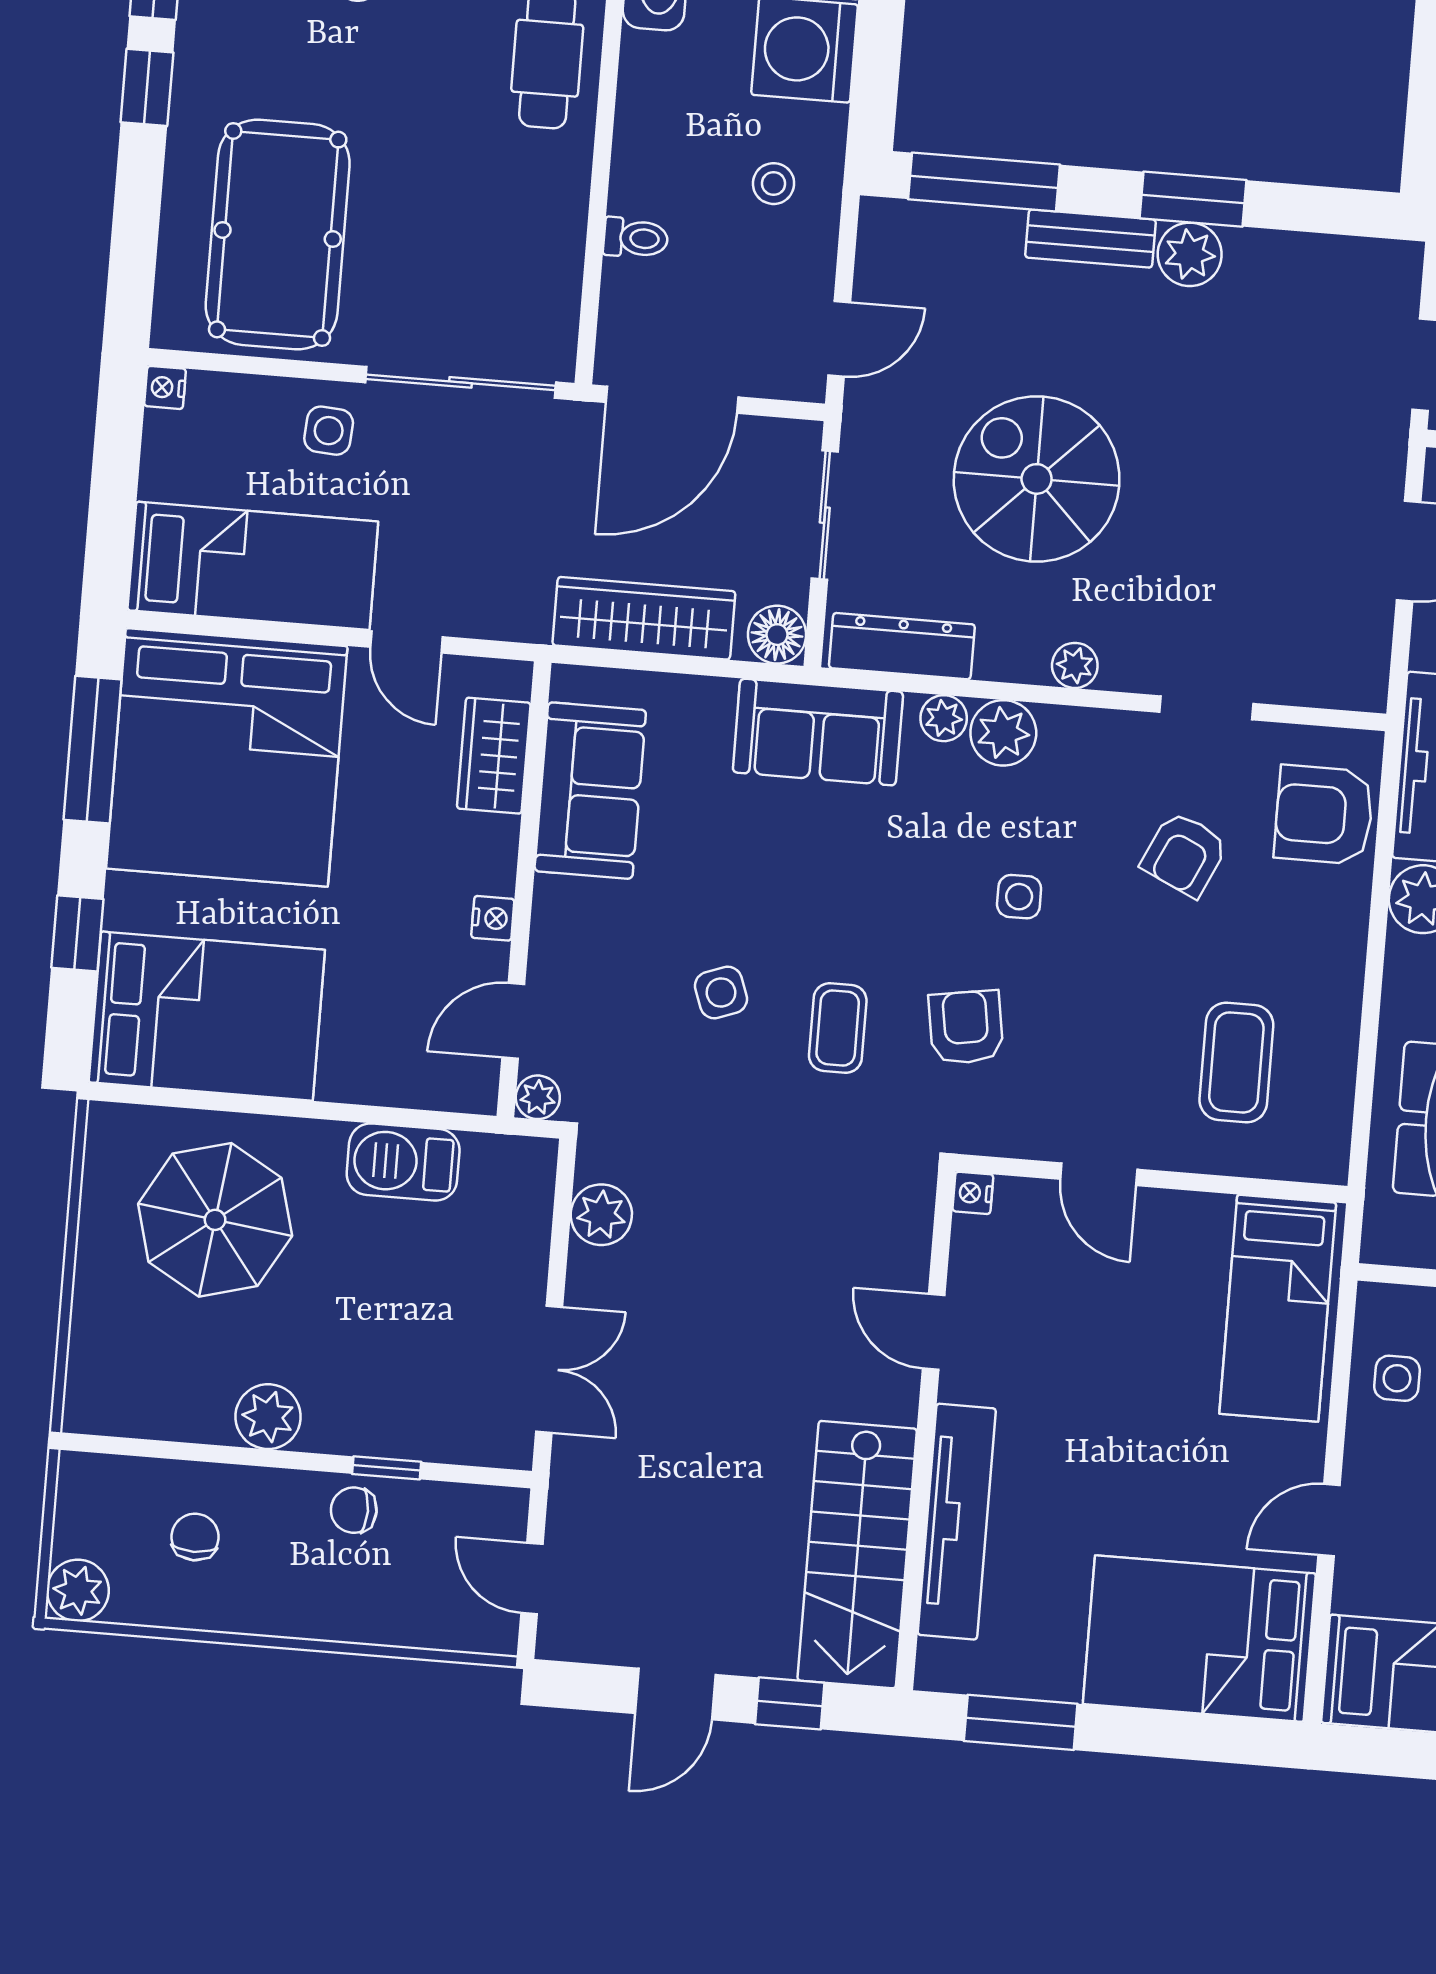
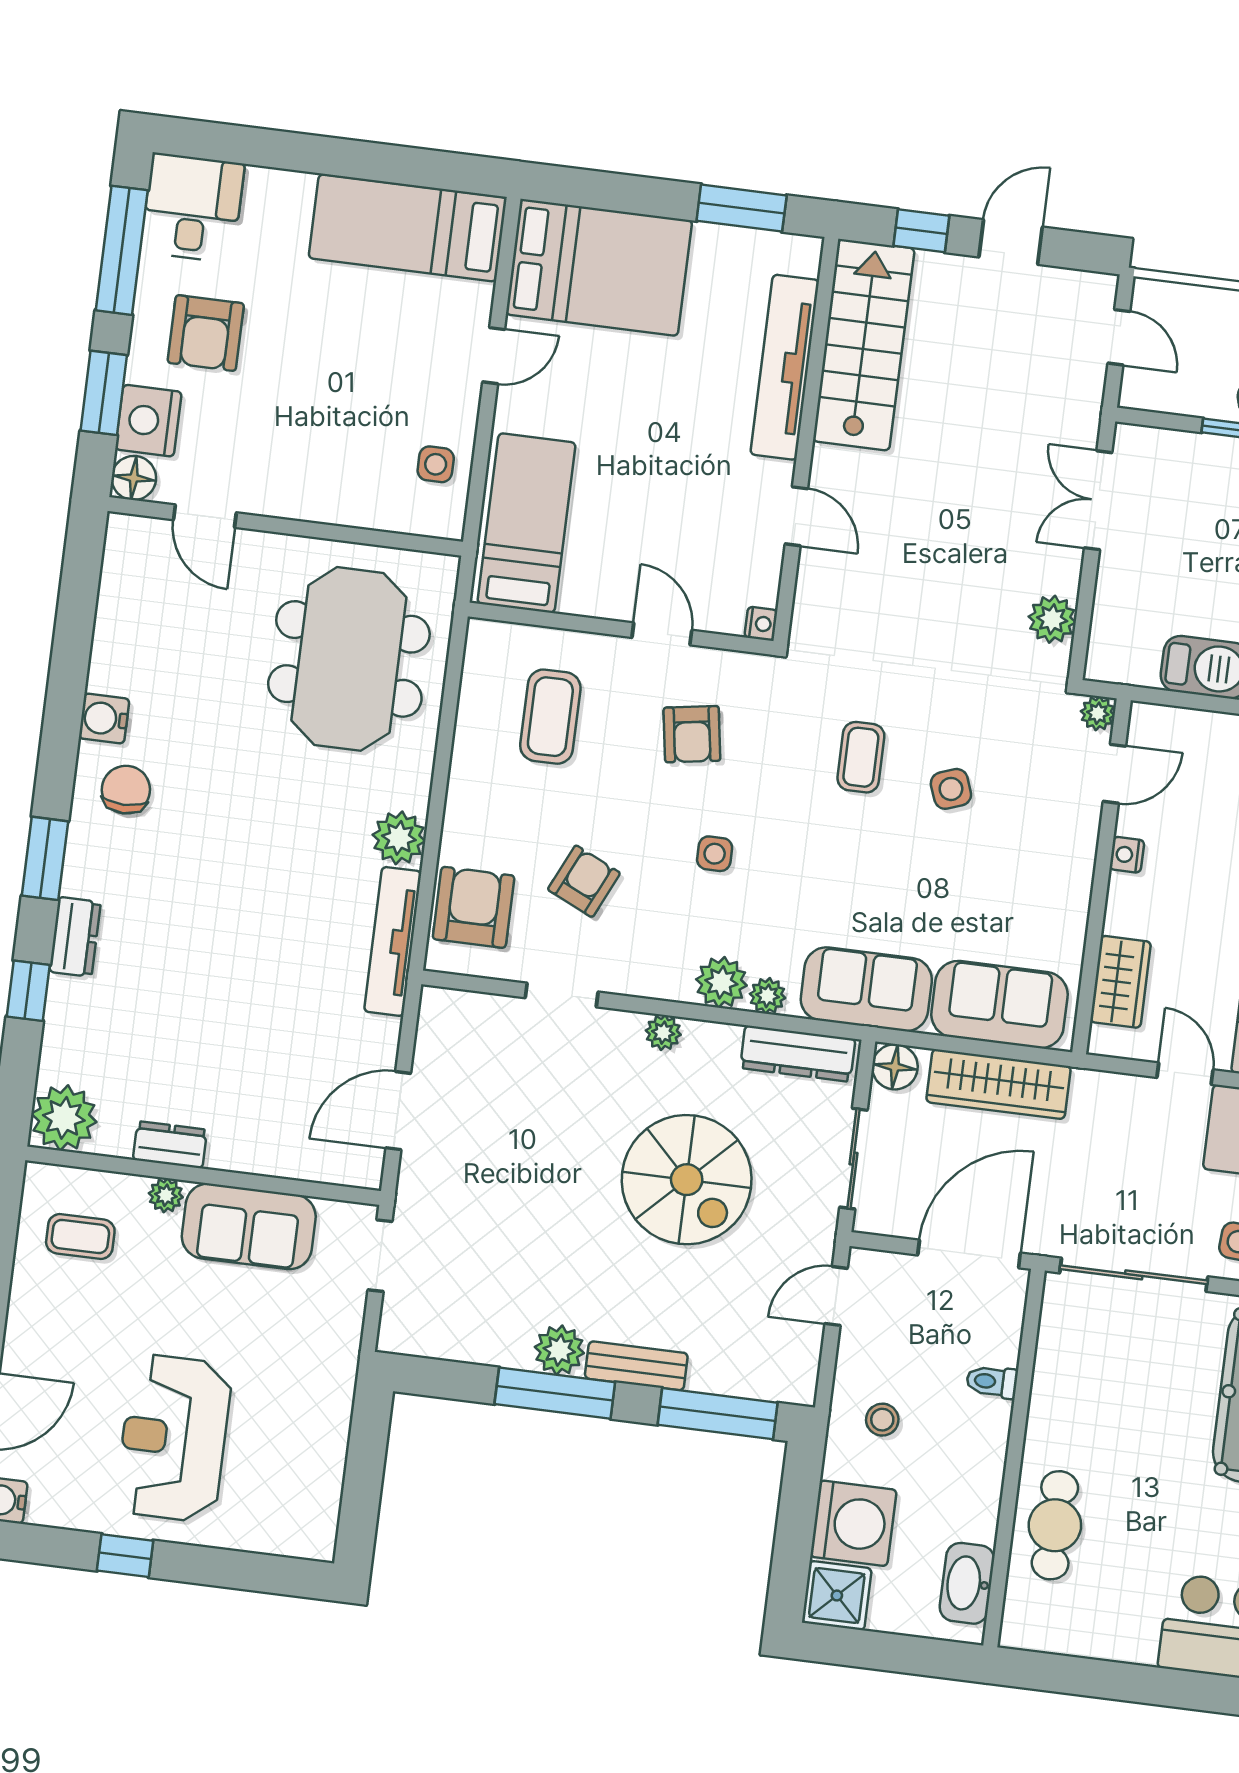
window: (1193, 199) -> (555, 1393), width x1.44
sofa: (590, 791) -> (999, 1005), moved, turned 90
armchair: (1324, 815) -> (474, 907), turned -90
armchair: (966, 1027) -> (692, 734), moved

